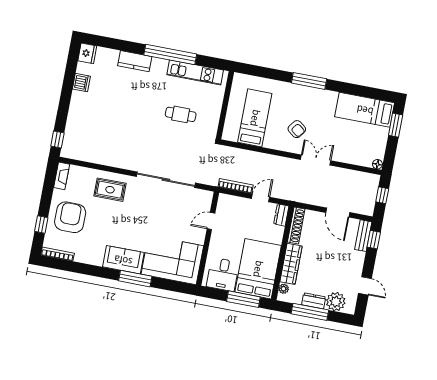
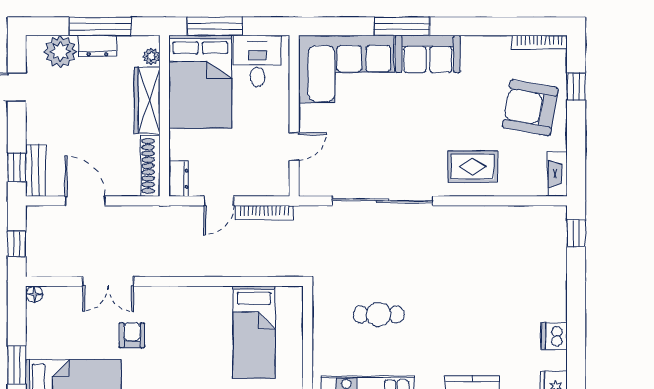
armchair: (297, 129) -> (132, 335), moved, turned 53
double door: (316, 160) -> (108, 281), moved
armchair: (70, 217) -> (530, 108), turned 100

